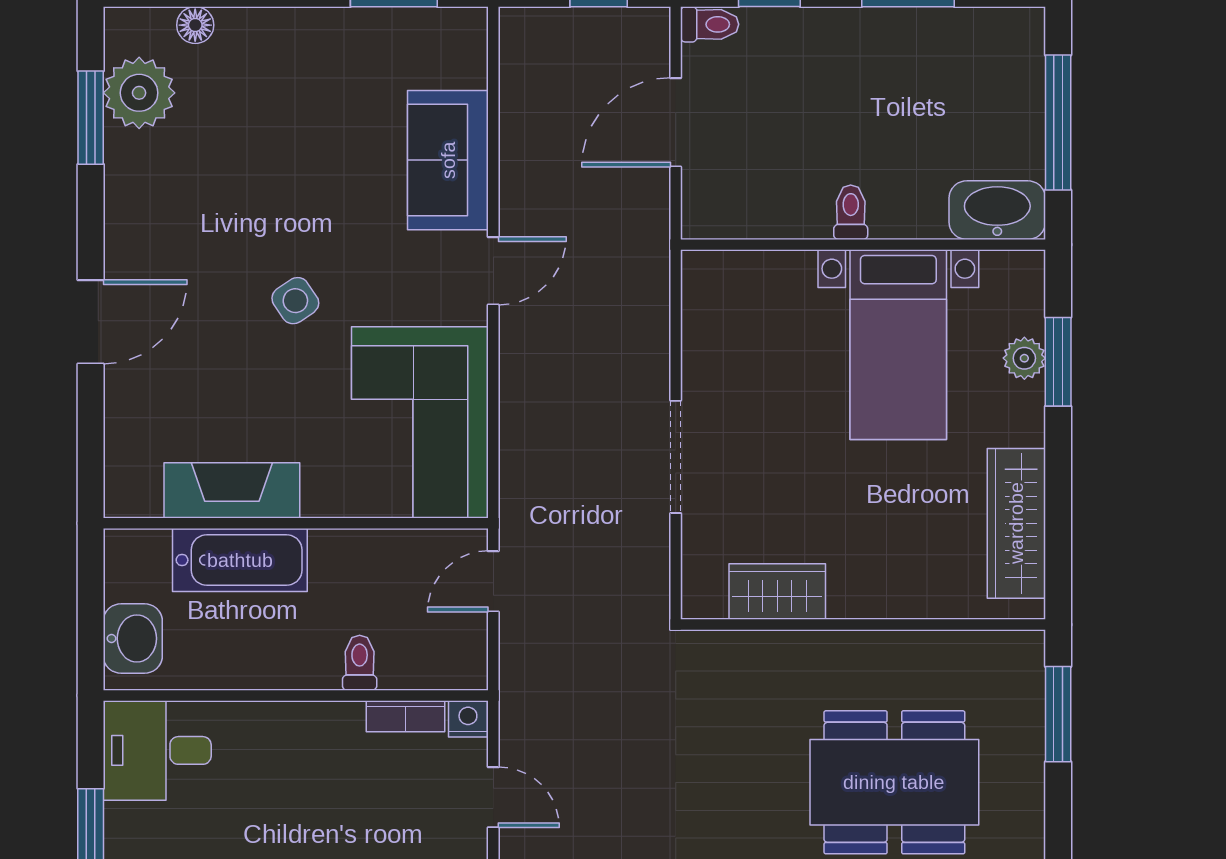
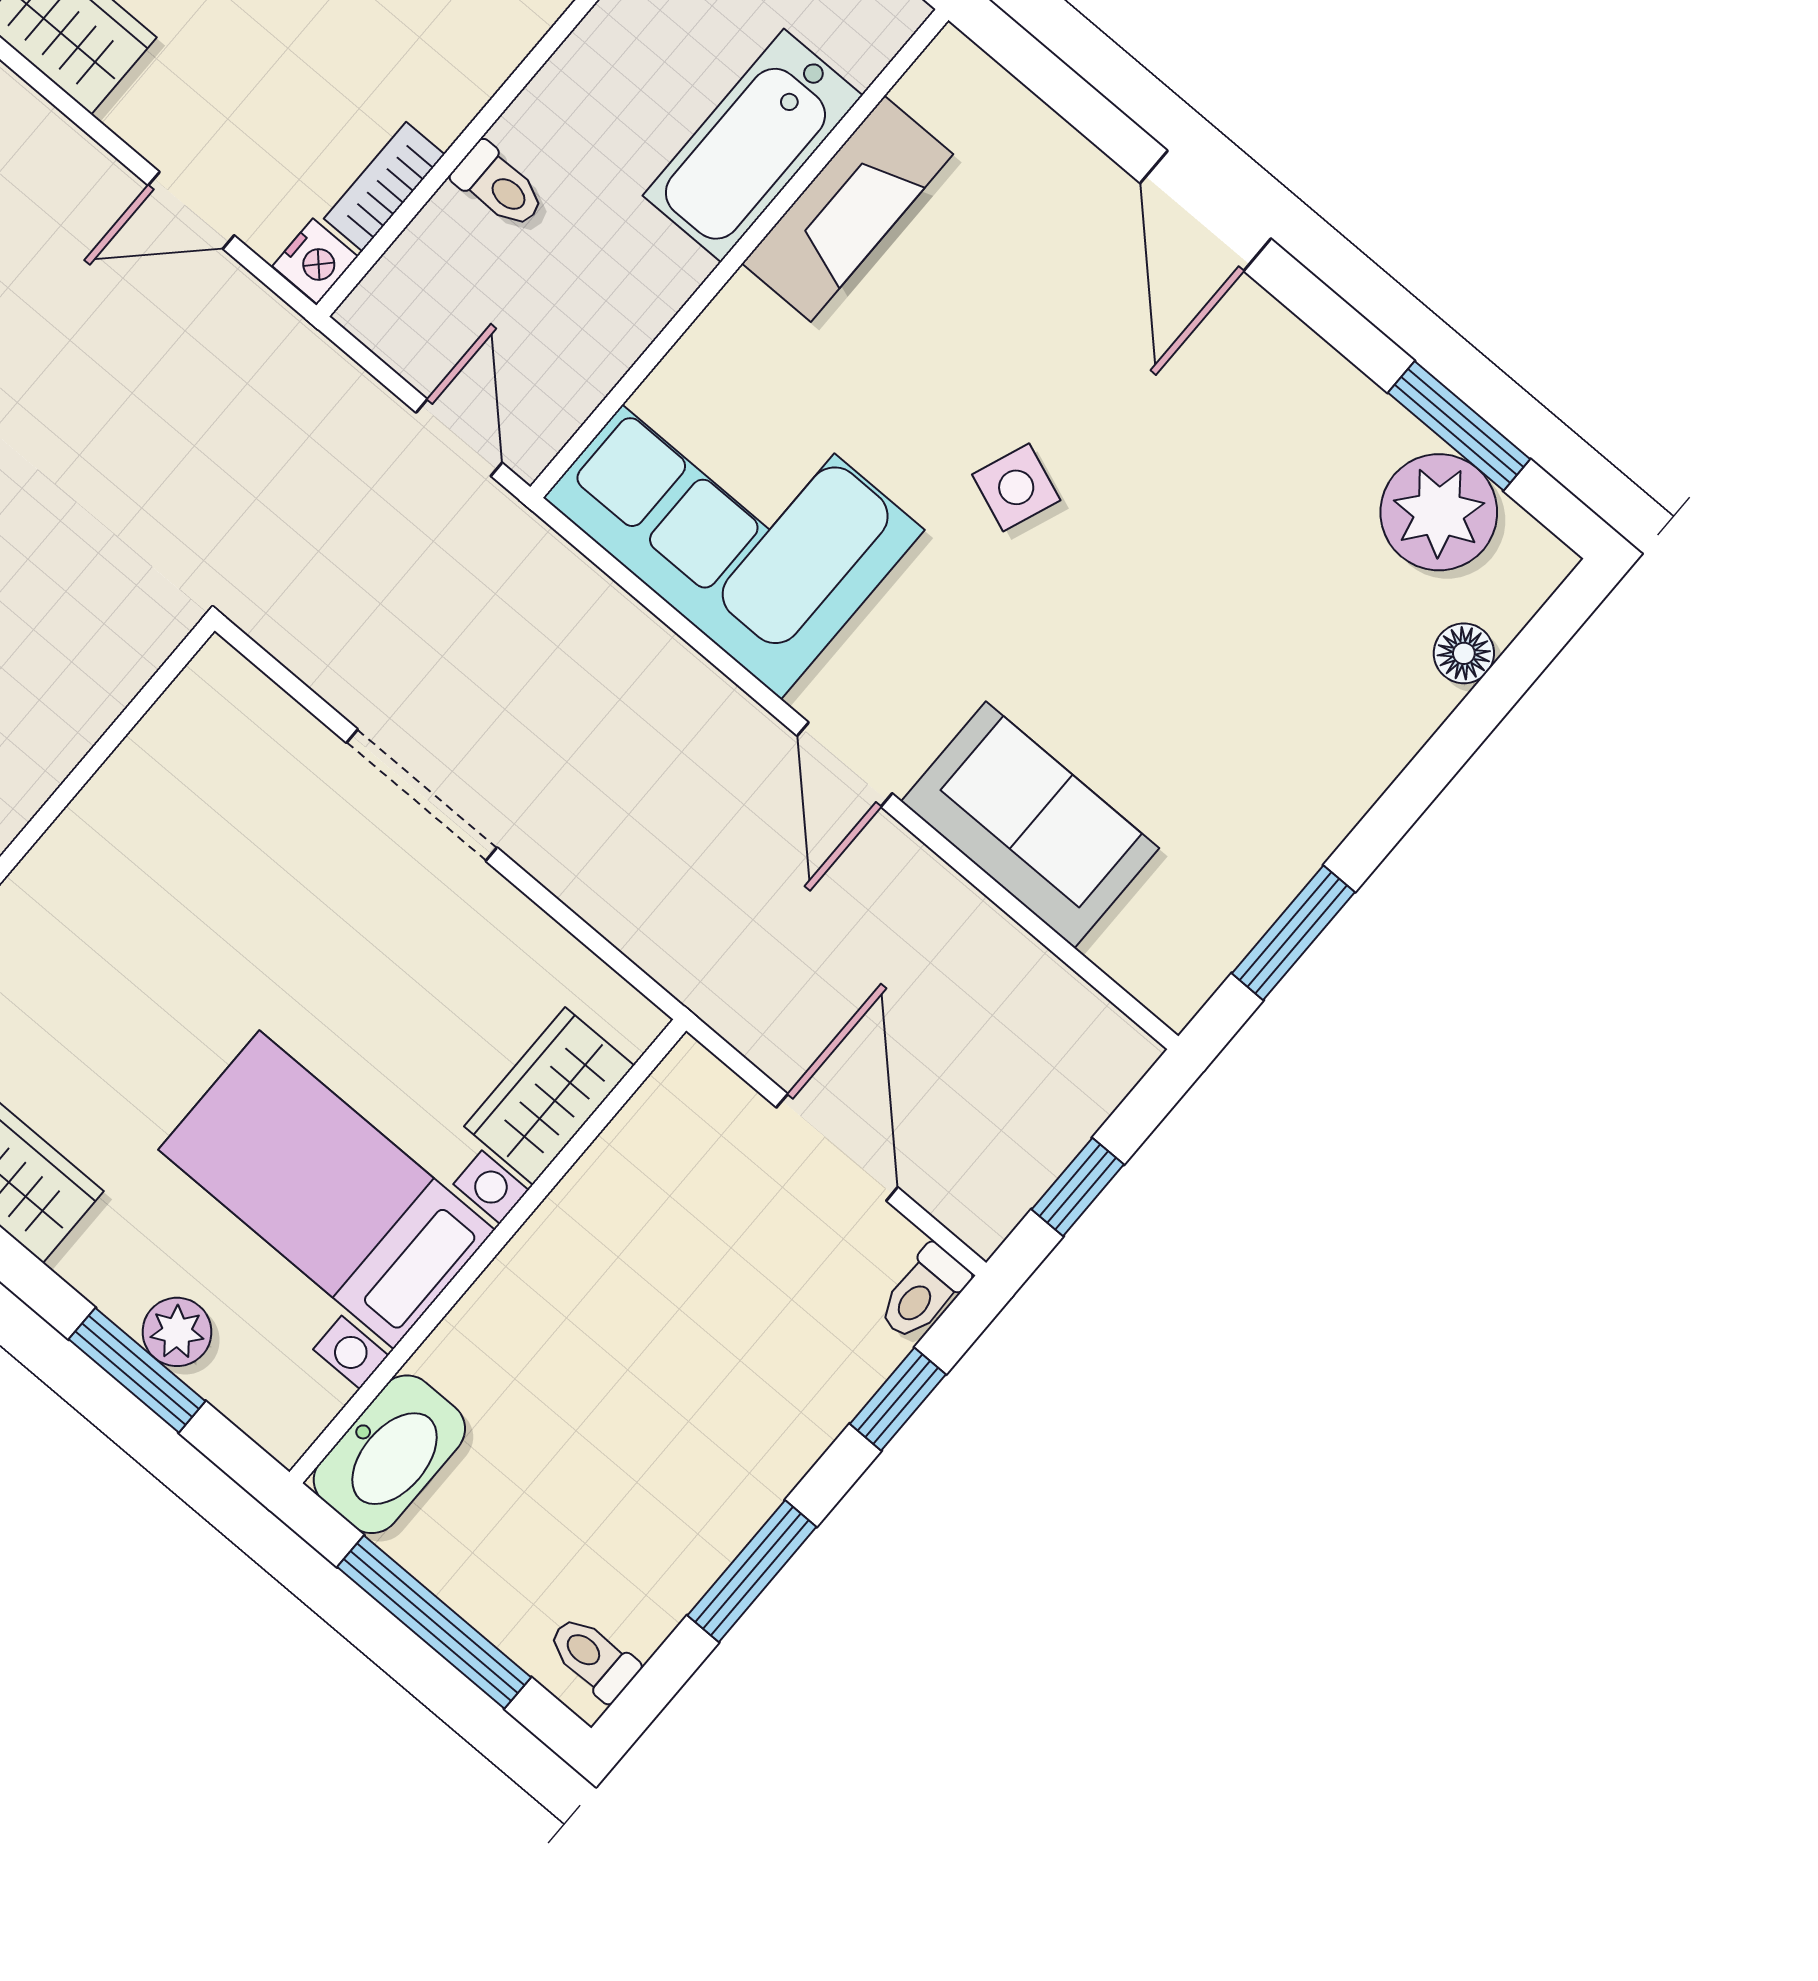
toilet: (851, 212) -> (593, 1658), moved, turned 180
side table: (295, 301) -> (1016, 487), turned -35
wardrobe: (777, 592) -> (549, 1096), moved, turned 180

